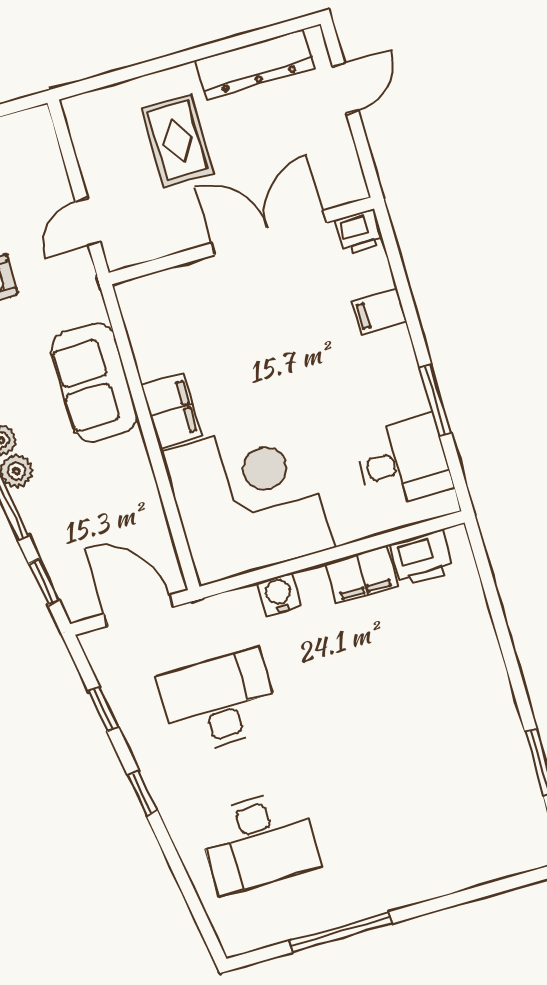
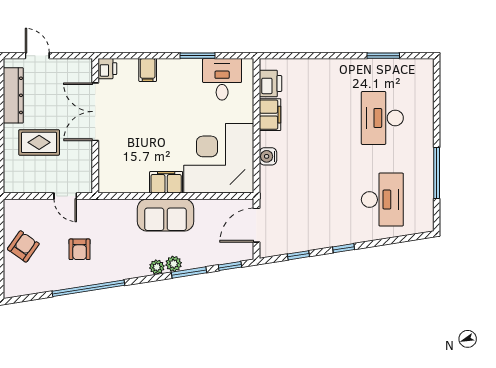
sofa: (94, 383) -> (166, 215), moved
desk: (219, 702) -> (382, 118), moved

